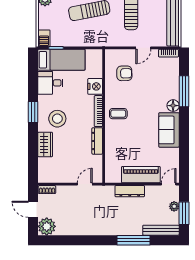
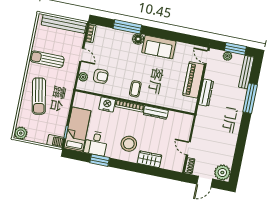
plant: (120, 54) -> (83, 77), added
armchair: (124, 73) -> (101, 76), turned 91
window: (33, 112) -> (100, 160), moved
door: (85, 184) -> (188, 148), moved

